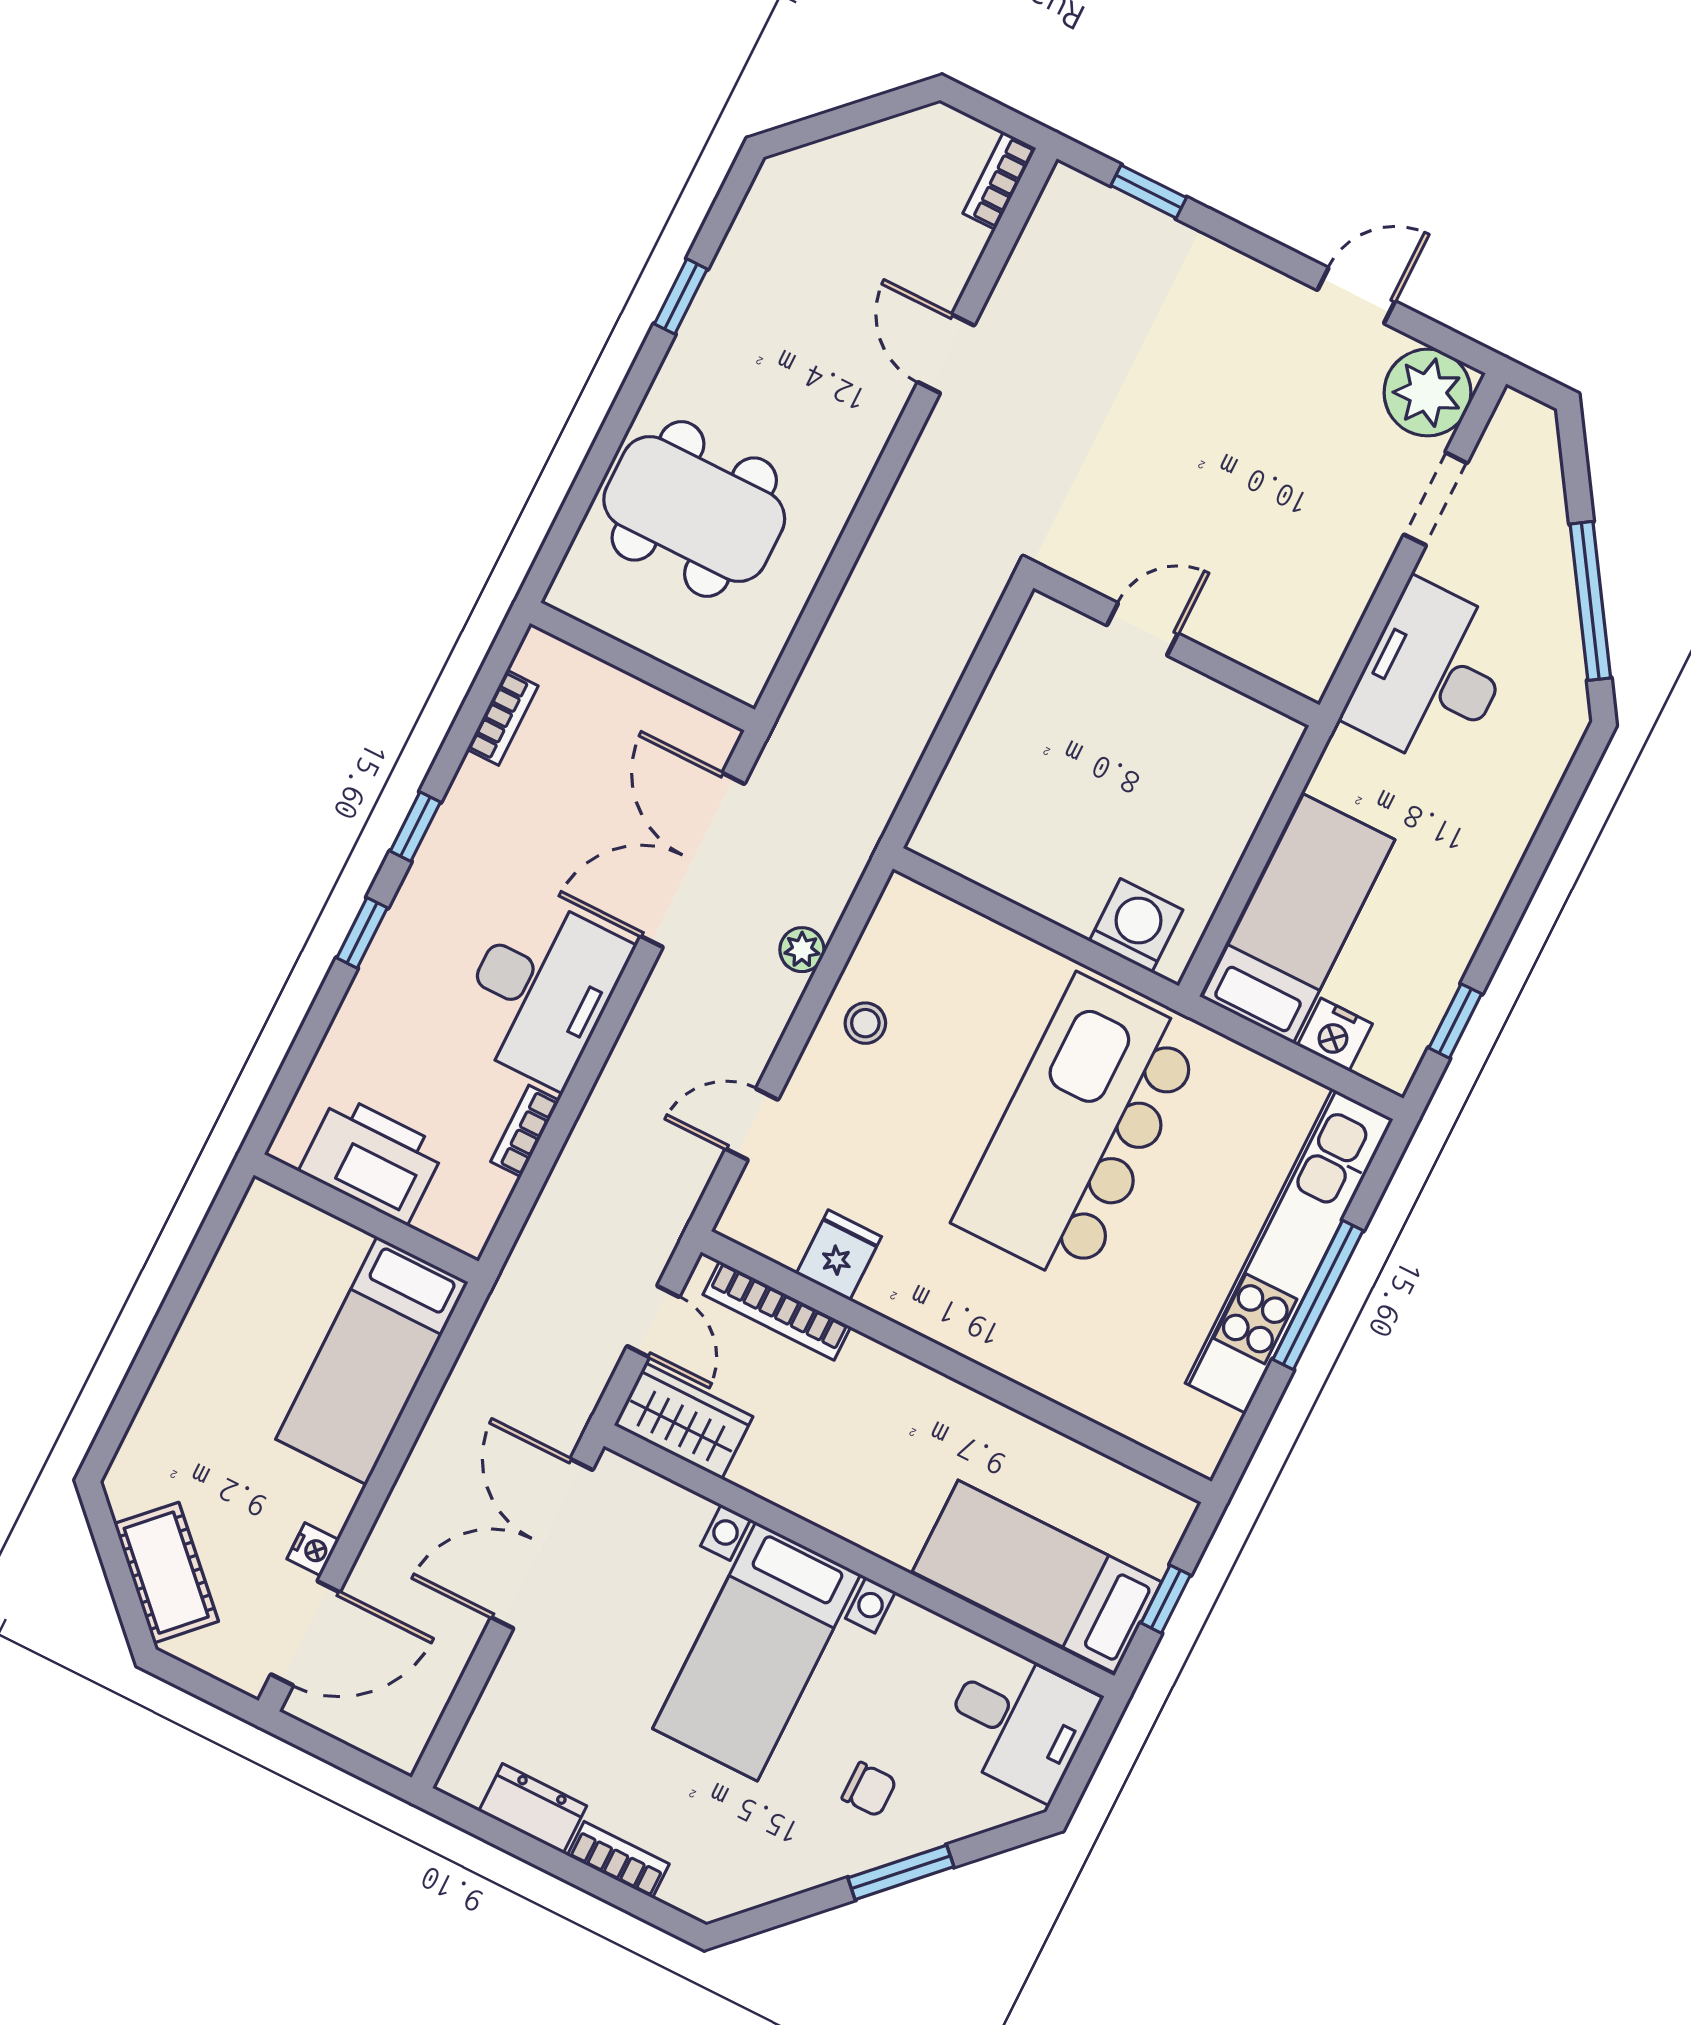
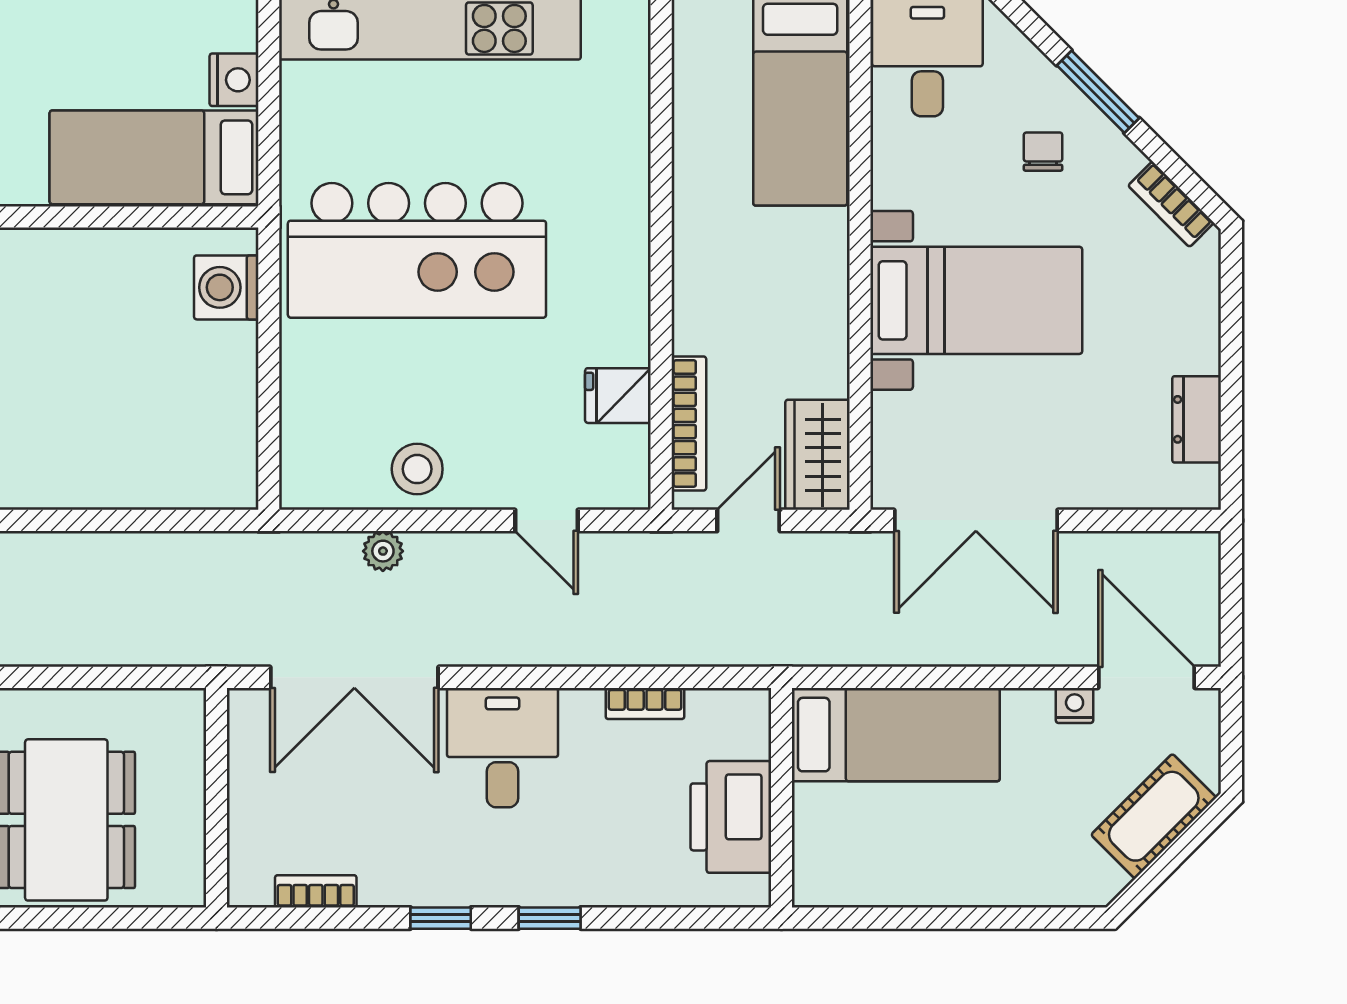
desk: (541, 990) -> (503, 748), width x0.73
stool: (865, 1023) -> (417, 469), width x1.37, depth x1.37
bookcase: (618, 1860) -> (1171, 204), moved, turned -45

